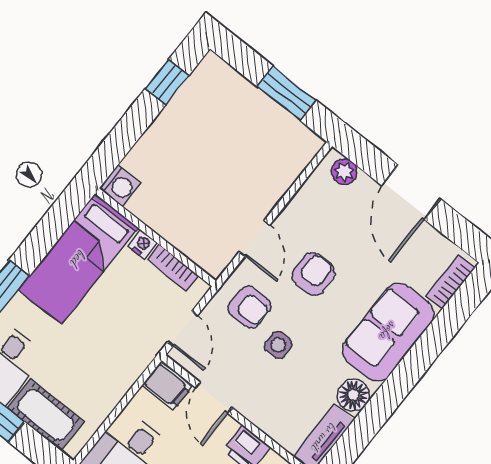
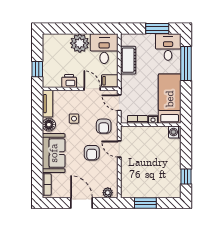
armchair: (249, 307) -> (104, 126), turned -90
side table: (278, 345) -> (74, 119), moved
cot: (46, 415) -> (128, 60), moved, turned 90

